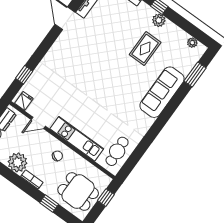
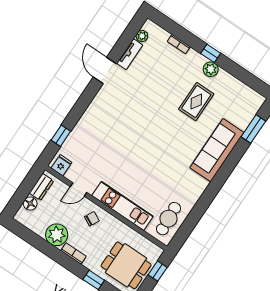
plant: (192, 43) -> (249, 93), removed
chair: (57, 156) -> (92, 219), moved

